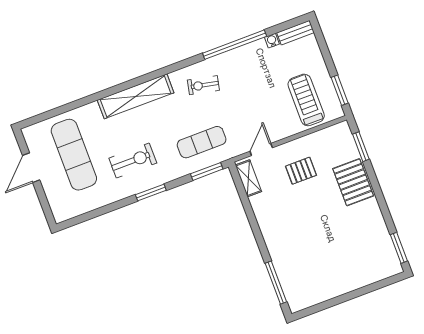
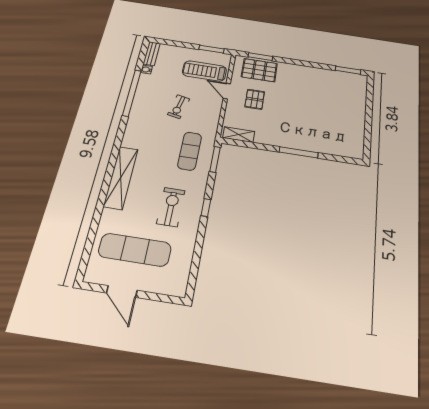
exercise bike: (203, 85) -> (179, 107), moved
door: (261, 150) -> (227, 91), moved
pallet: (353, 182) -> (259, 70), moved
window: (151, 192) -> (206, 208), width x0.67
window: (276, 283) -> (299, 152), moved

